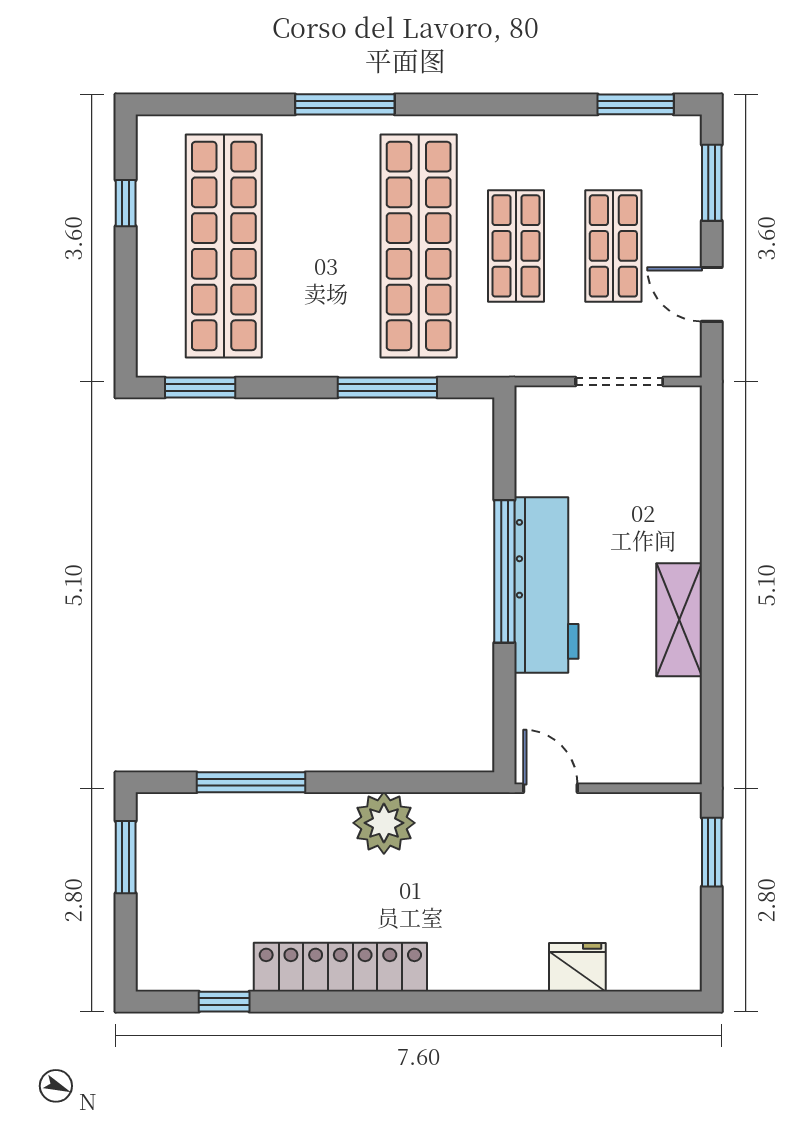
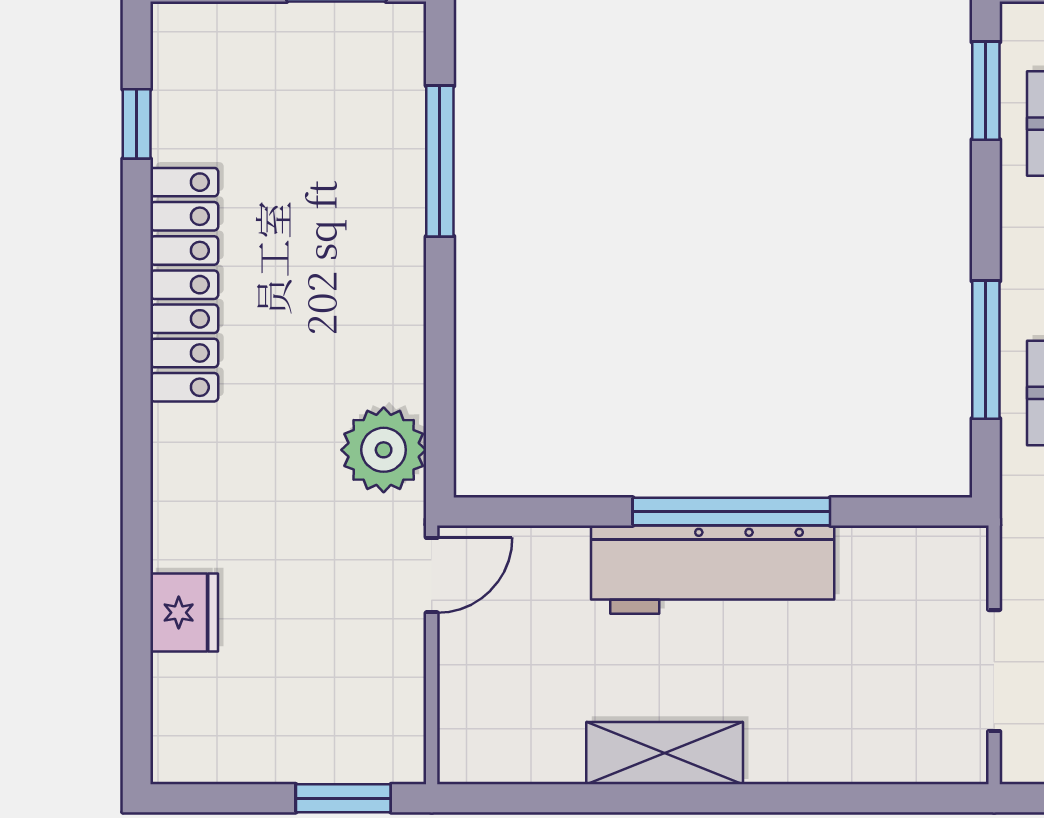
plant: (384, 823) -> (384, 450), moved

